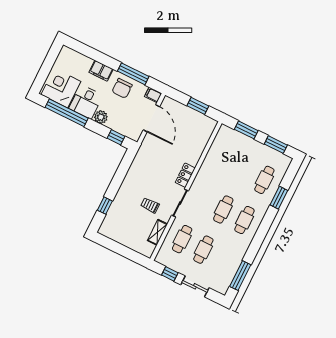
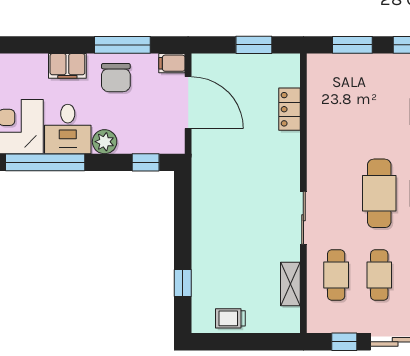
locker: (185, 175) -> (289, 109), moved
trolley: (150, 205) -> (230, 318), moved
cafe table: (223, 209) -> (379, 193), width x1.37, depth x1.35

